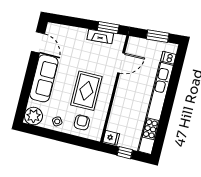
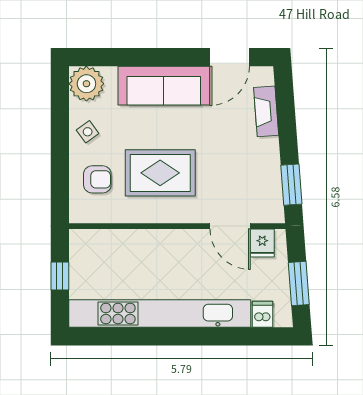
fireplace: (100, 36) -> (266, 111), moved
fridge: (111, 138) -> (262, 243), moved

